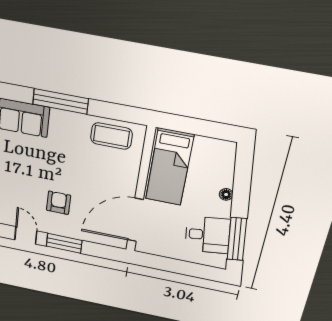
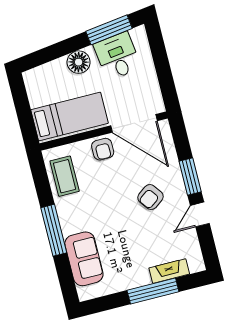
armchair: (123, 182) -> (103, 149), added
floor lamp: (226, 194) -> (79, 62), width x1.89, depth x1.89
armchair: (59, 203) -> (151, 197), turned -37

